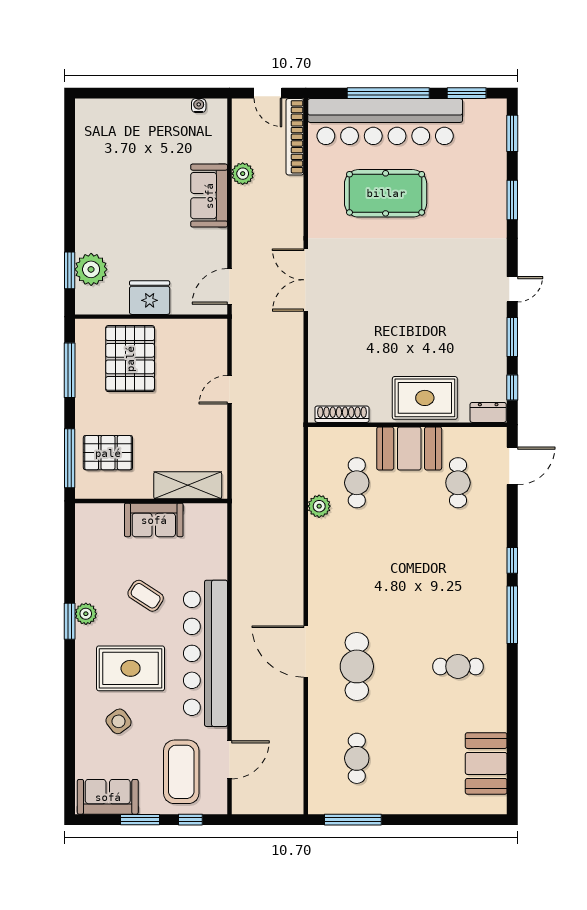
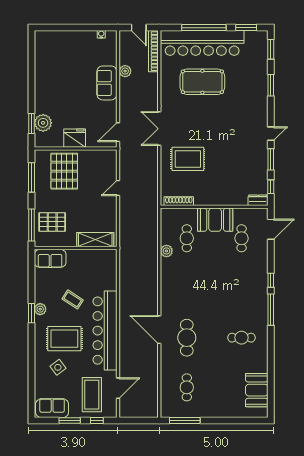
rug: (425, 398) -> (188, 159), moved
sofa: (154, 520) -> (50, 258), moved

